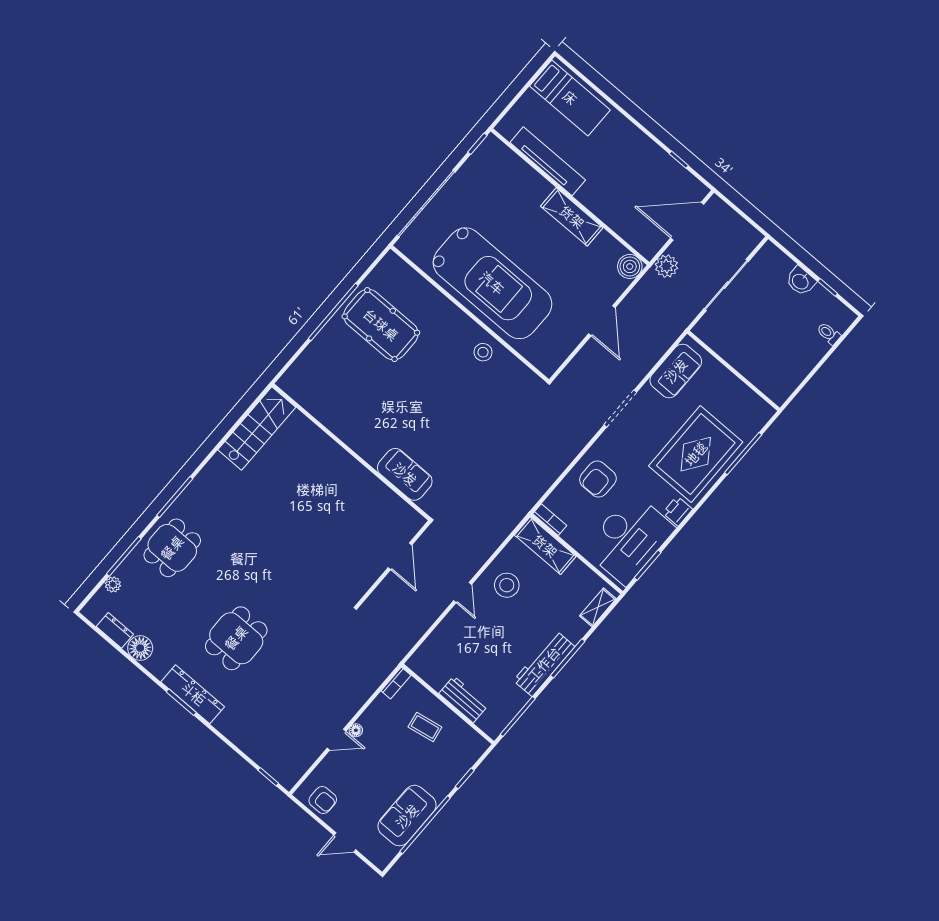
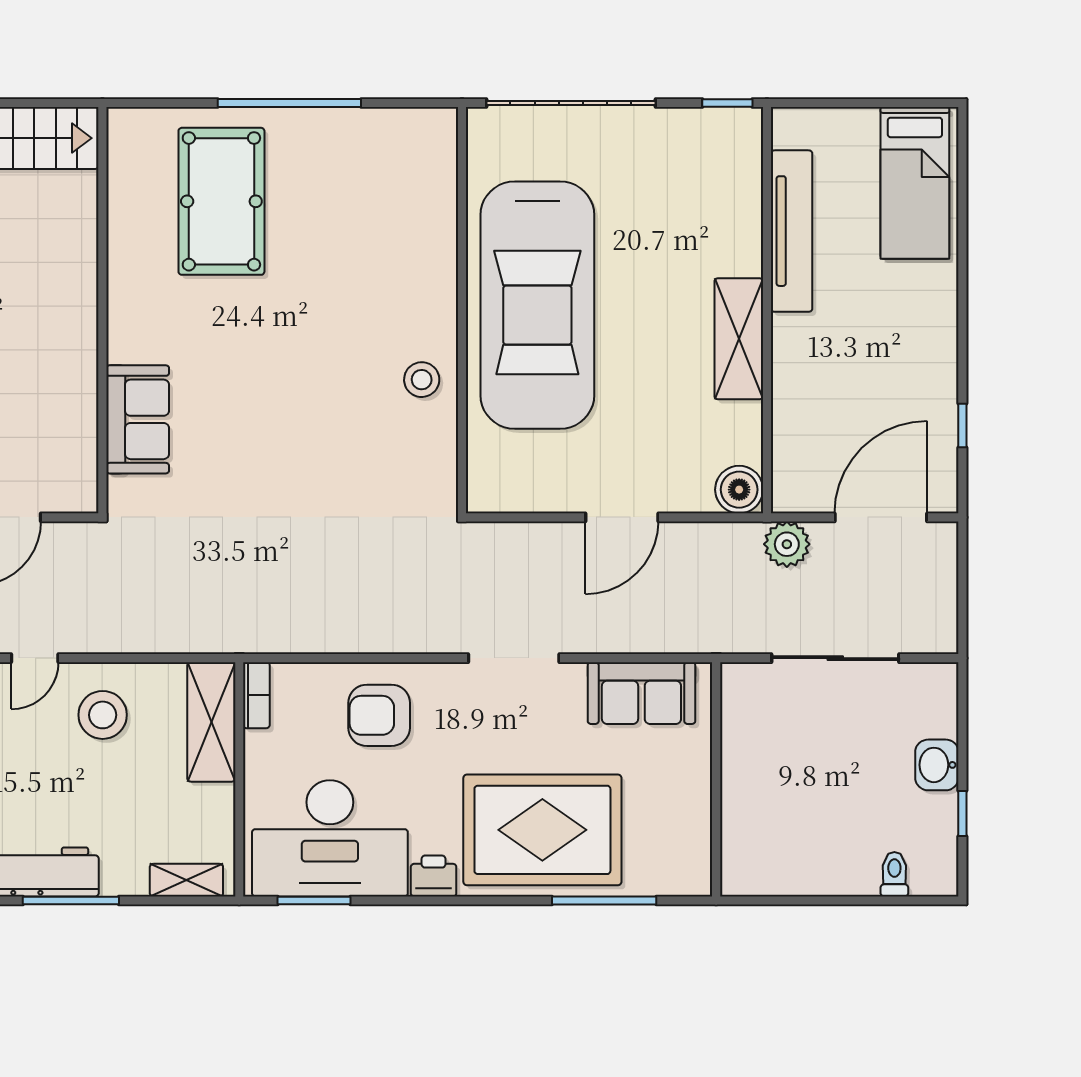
door: (687, 221) -> (881, 517), hinge flipped
pool table: (381, 325) -> (221, 201), moved

